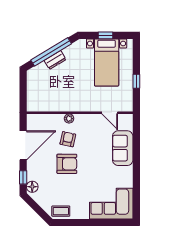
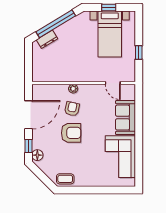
dresser: (55, 60) -> (47, 39), moved
corner sofa: (111, 204) -> (120, 157), moved, turned -90

